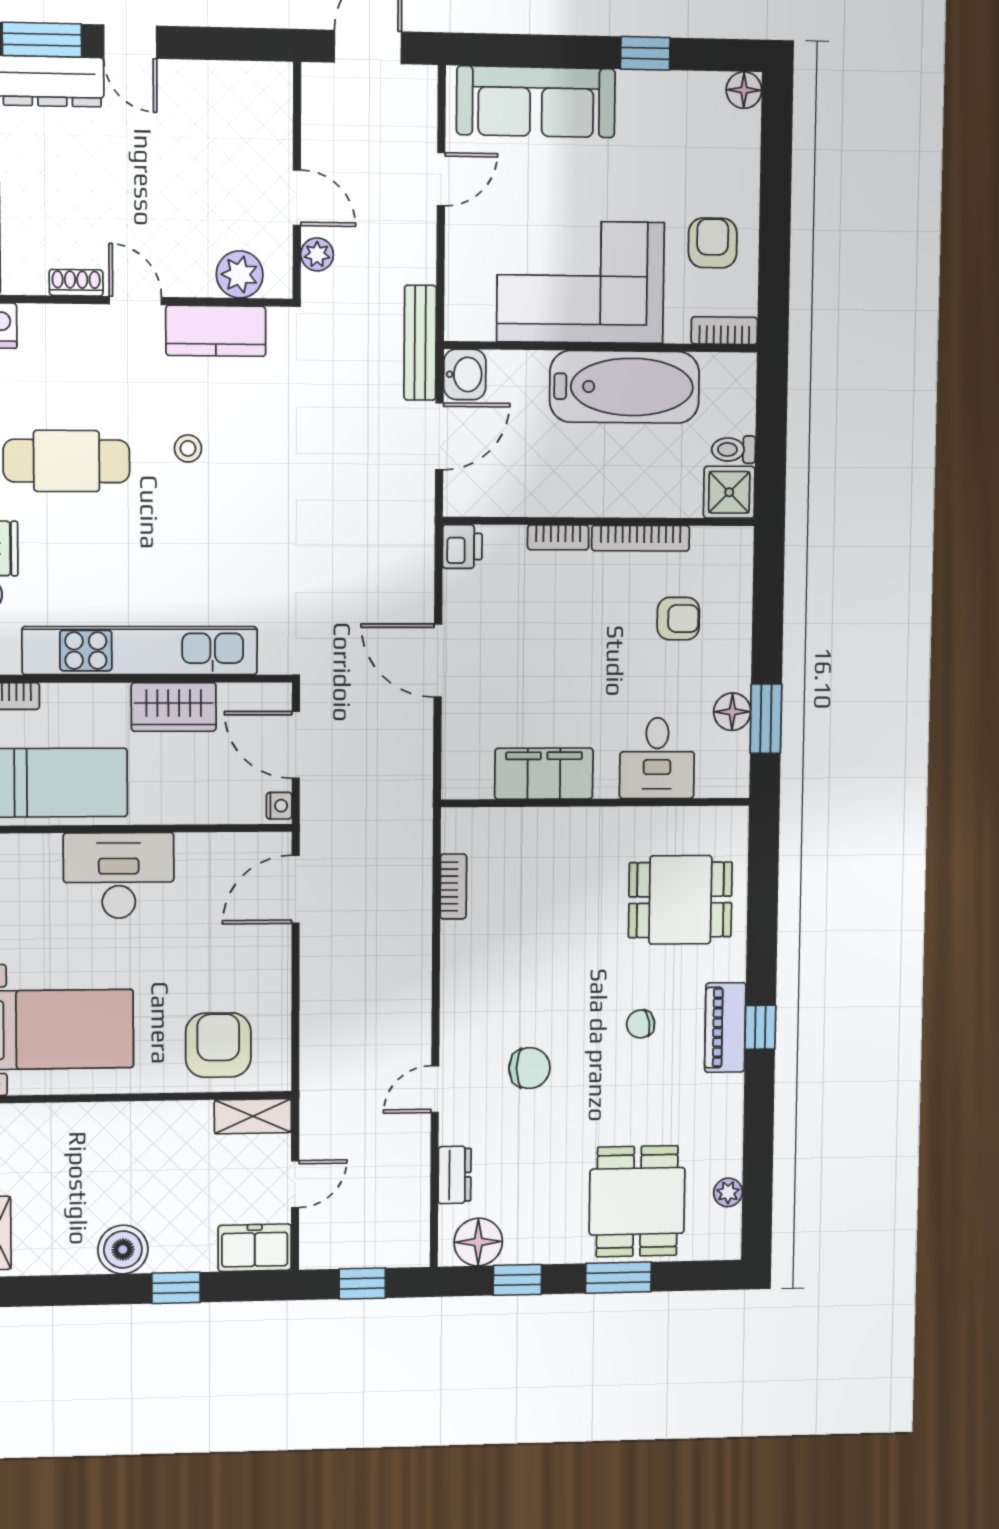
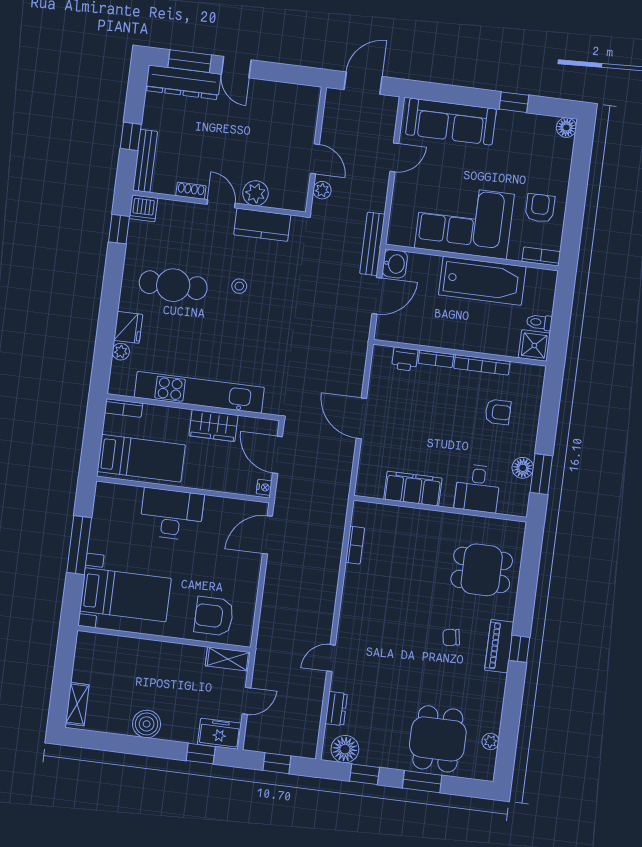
plant: (240, 274) -> (256, 193), moved
printer: (462, 546) -> (405, 359), moved, turned 90
armchair: (218, 1045) -> (214, 616), turned -90
chair: (529, 1068) -> (386, 654), removed
window: (176, 1288) -> (201, 754), moved

